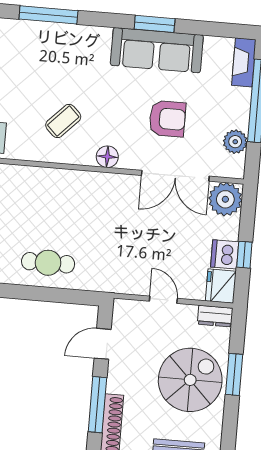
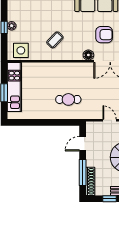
floor lamp: (107, 157) -> (88, 55), moved
cafe table: (48, 263) -> (68, 99), moved

